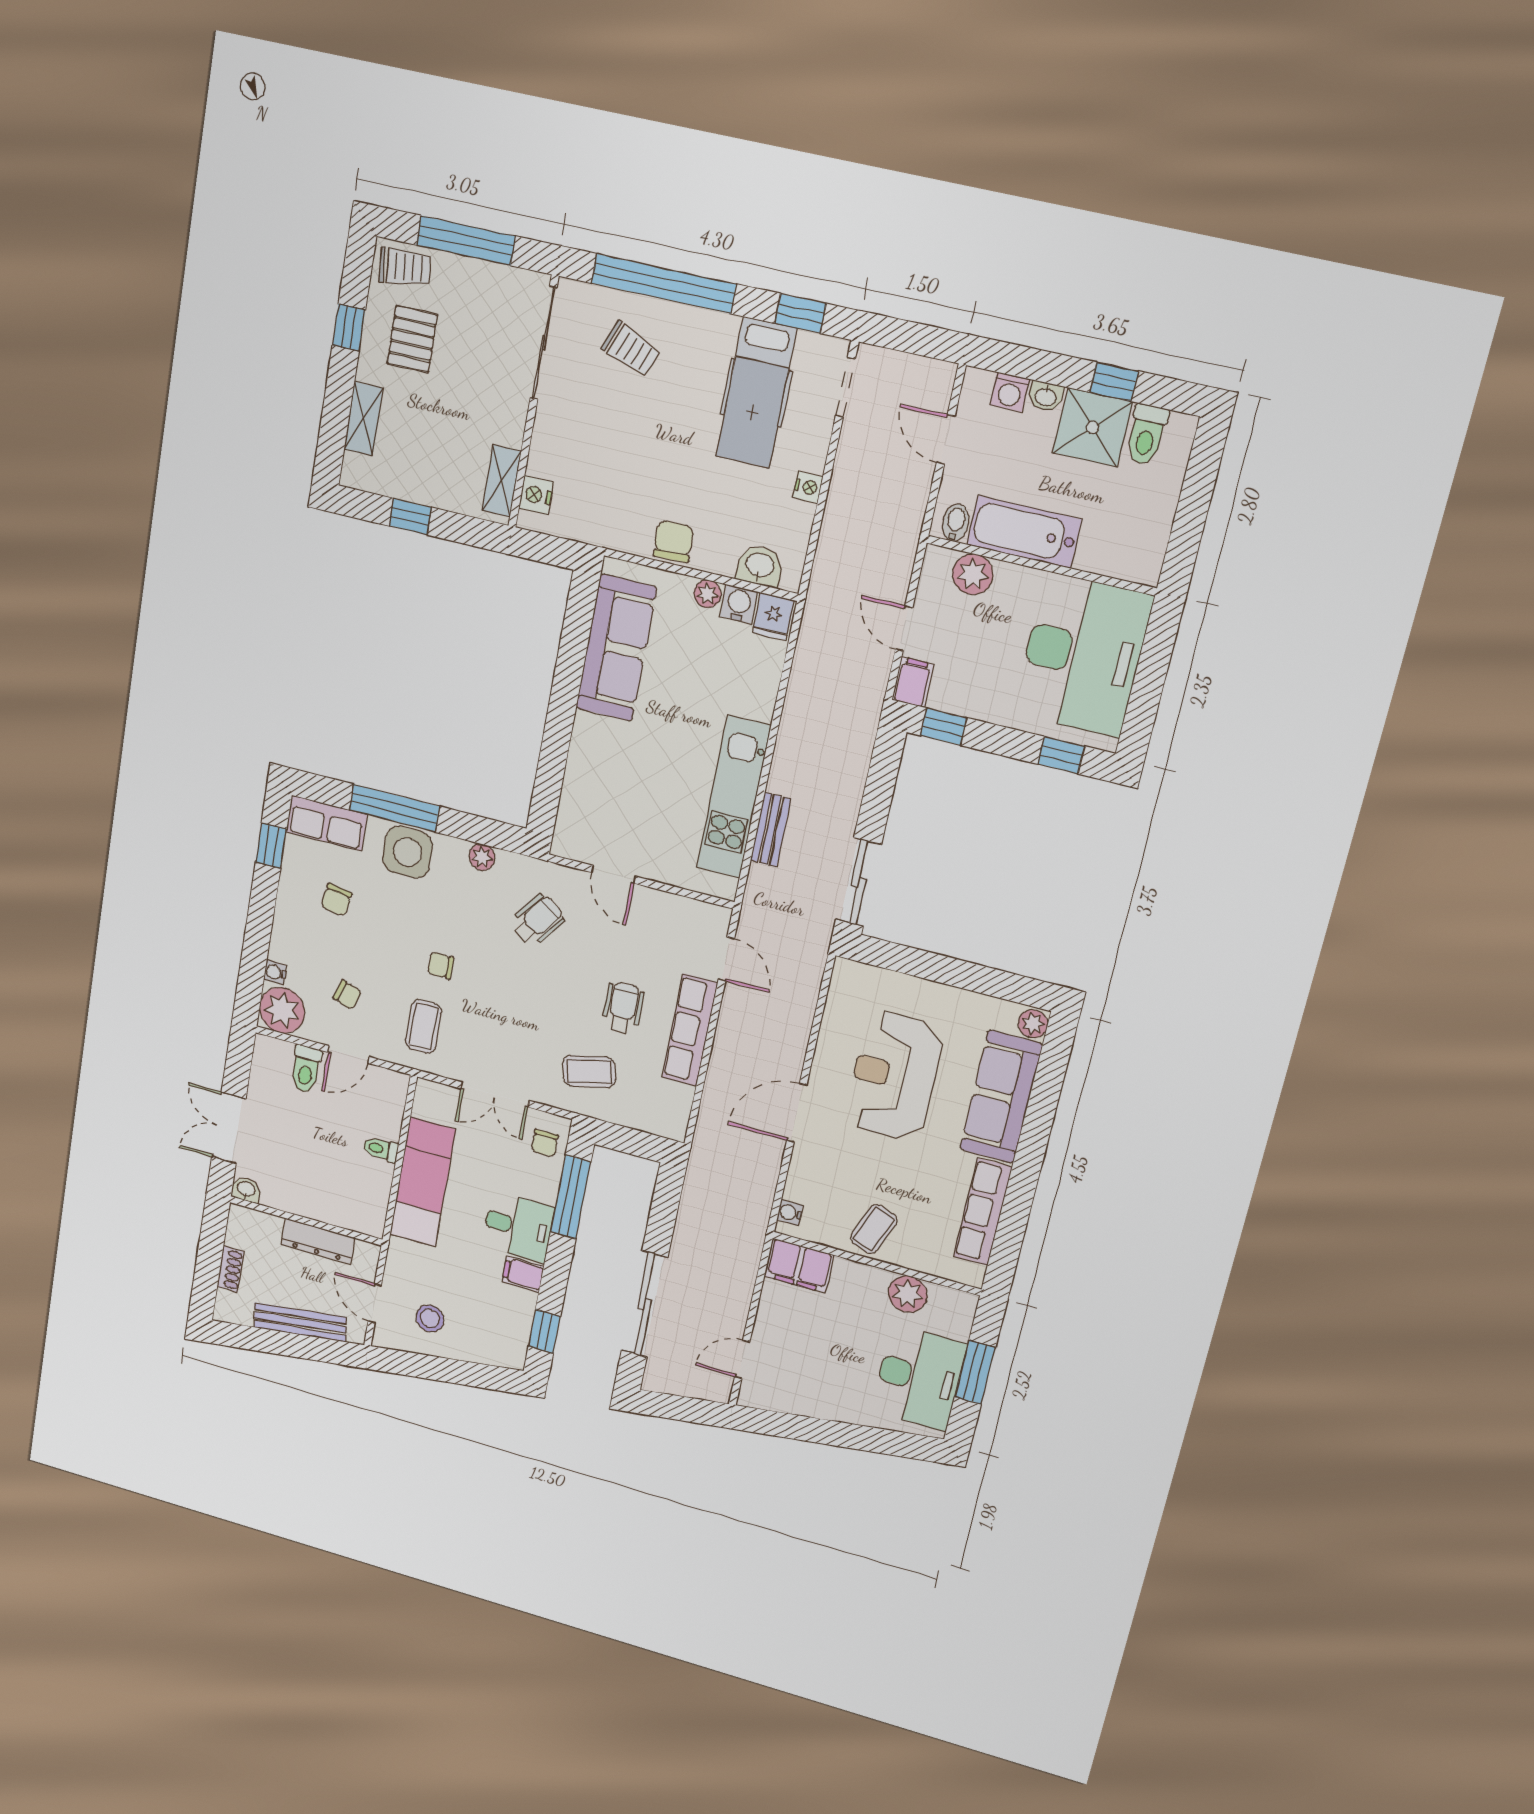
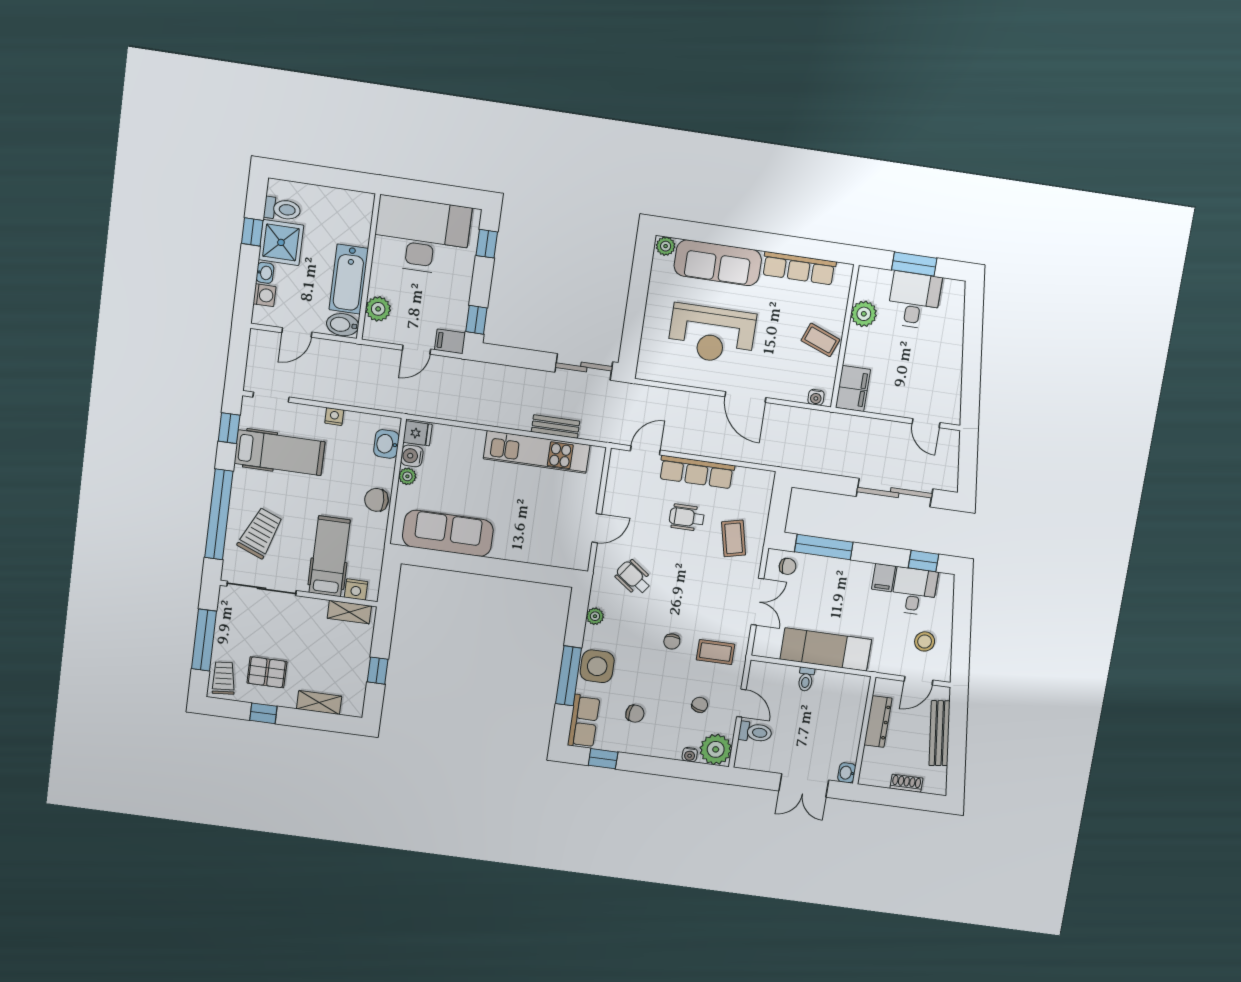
trolley: (631, 349) -> (260, 533), width x1.36, depth x1.39
hospital bed: (589, 458) -> (330, 556), added
bidet: (956, 523) -> (343, 325), width x1.38, depth x1.36
desk: (518, 1227) -> (914, 591), moved
desk: (919, 1378) -> (914, 300), width x0.73

